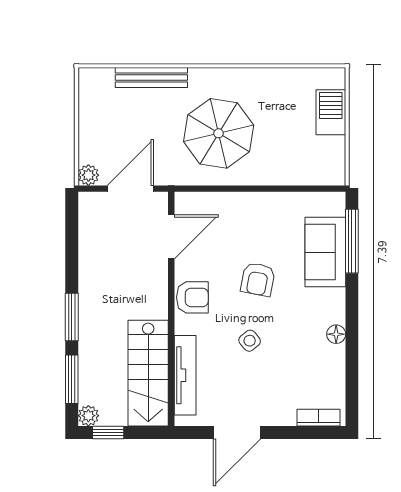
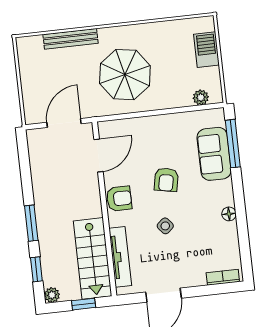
plant: (88, 175) -> (201, 97), moved
window: (72, 379) -> (36, 269), width x0.67
window: (108, 432) -> (84, 304), moved

